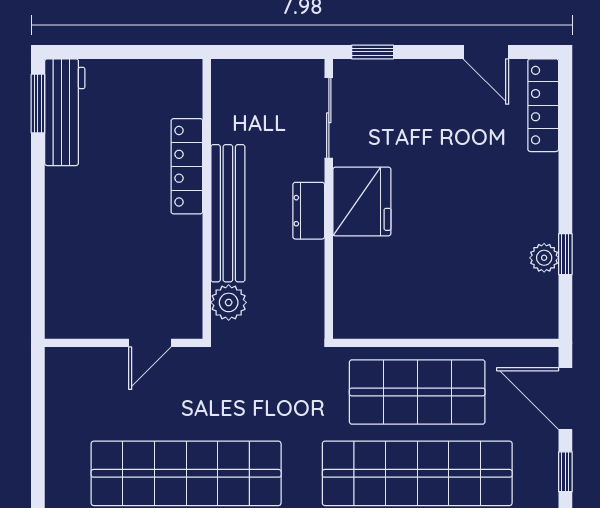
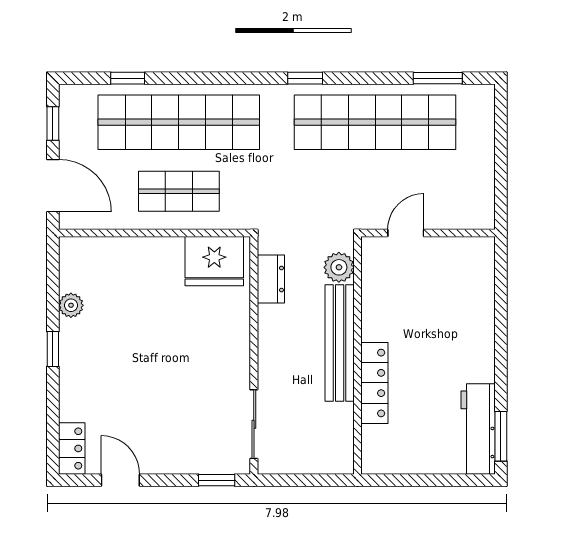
locker: (543, 105) -> (72, 448), width x0.66
fridge: (362, 201) -> (214, 261), moved, turned -90
dresser: (309, 211) -> (271, 279), moved
window: (565, 254) -> (53, 349), moved
shop shelf: (417, 392) -> (179, 191), width x0.70, depth x0.74

